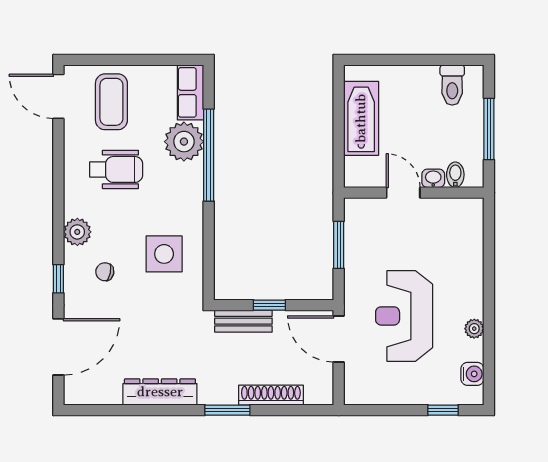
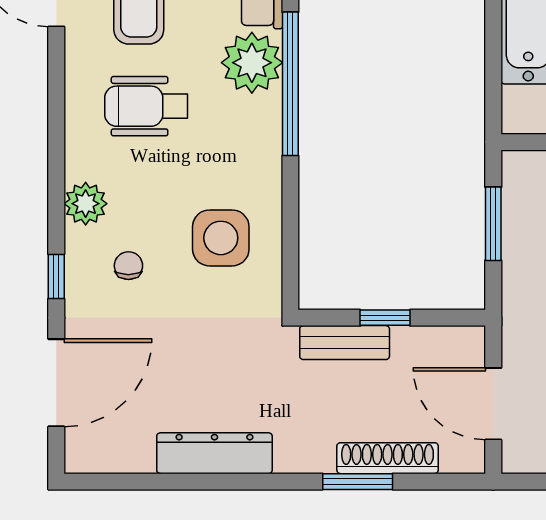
wheelchair: (116, 169) -> (146, 106), turned 180
chair: (105, 272) -> (128, 266), turned 78
door: (339, 339) -> (493, 404), moved
window: (227, 410) -> (358, 482), moved

